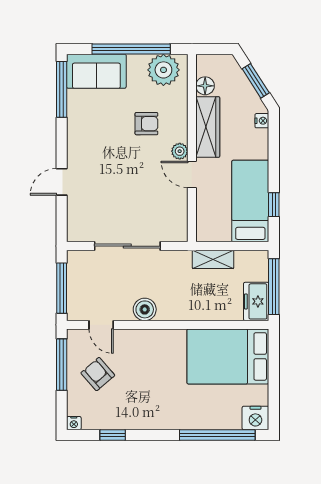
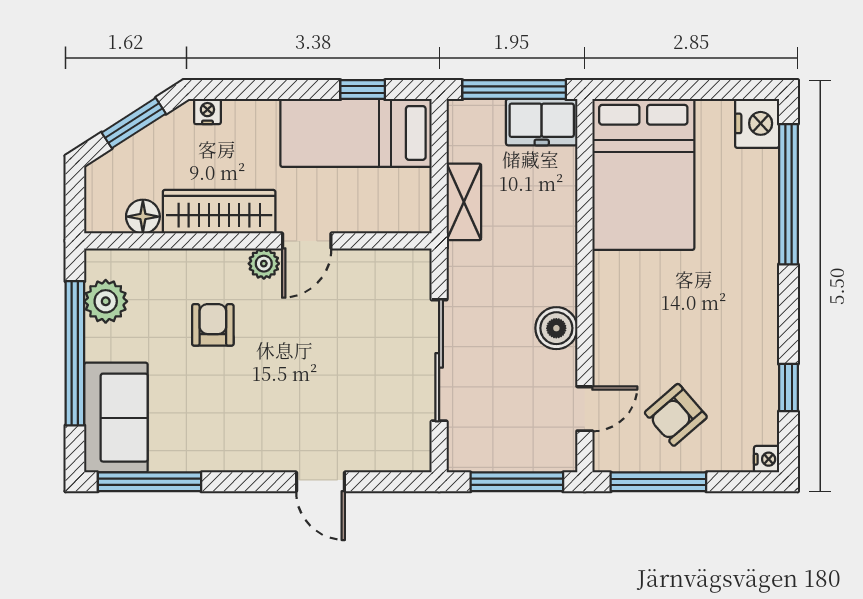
plant: (163, 70) -> (106, 301), width x0.73, depth x0.73

